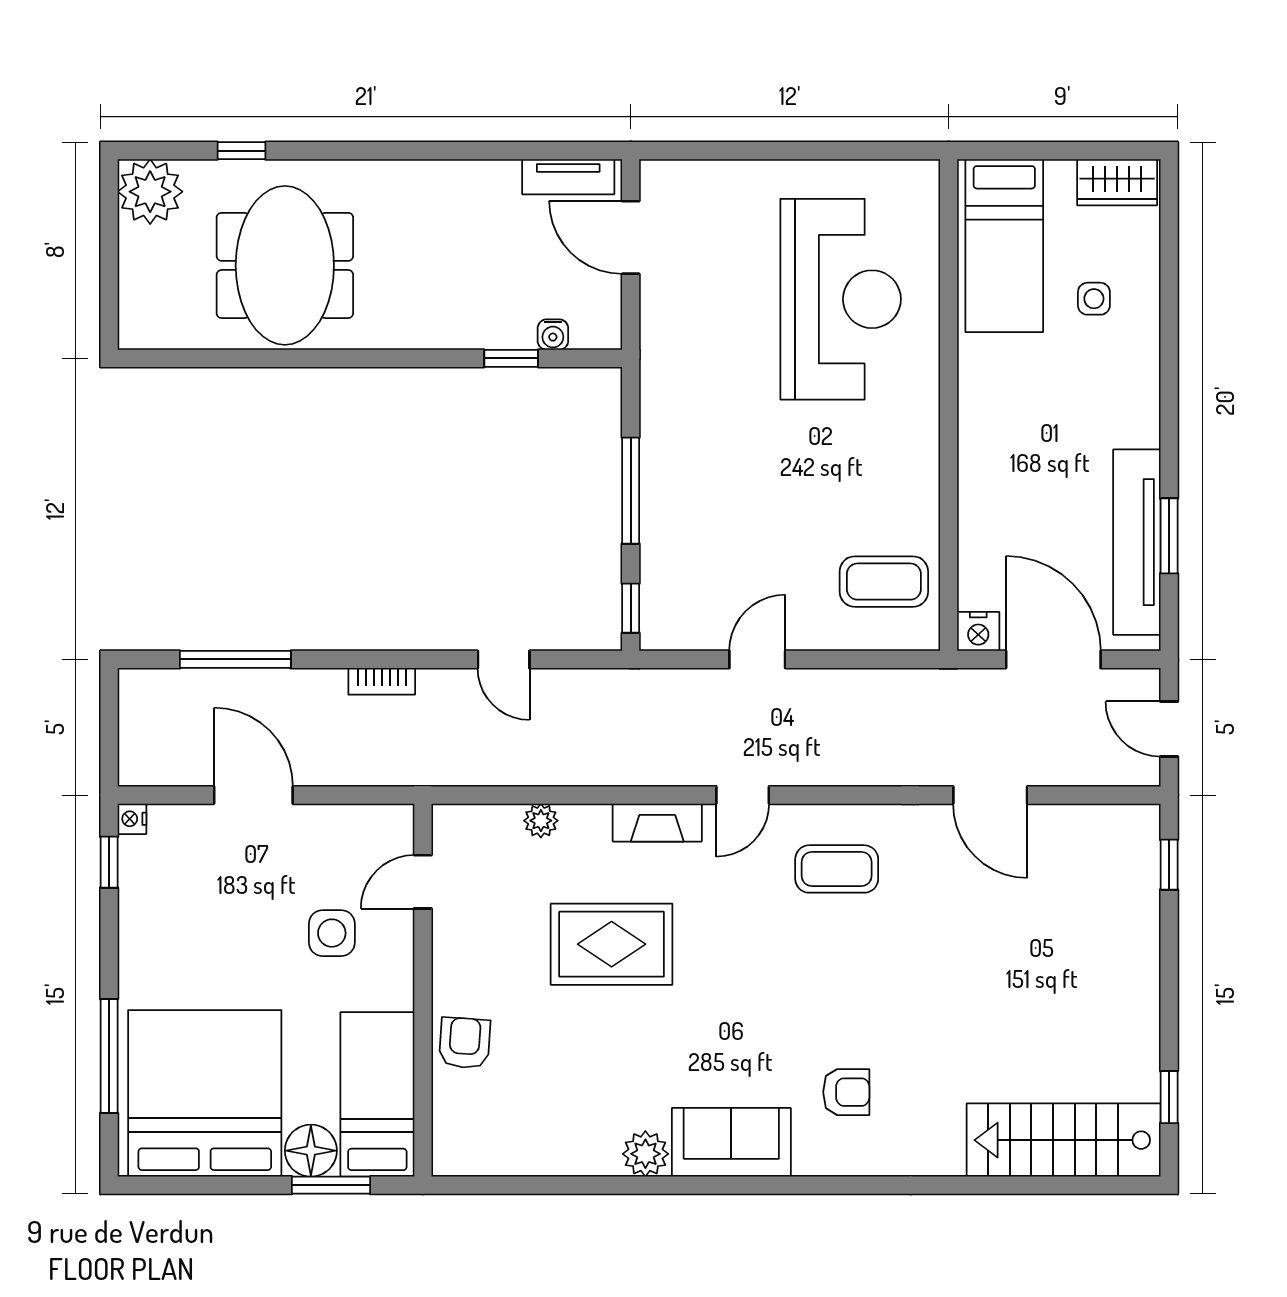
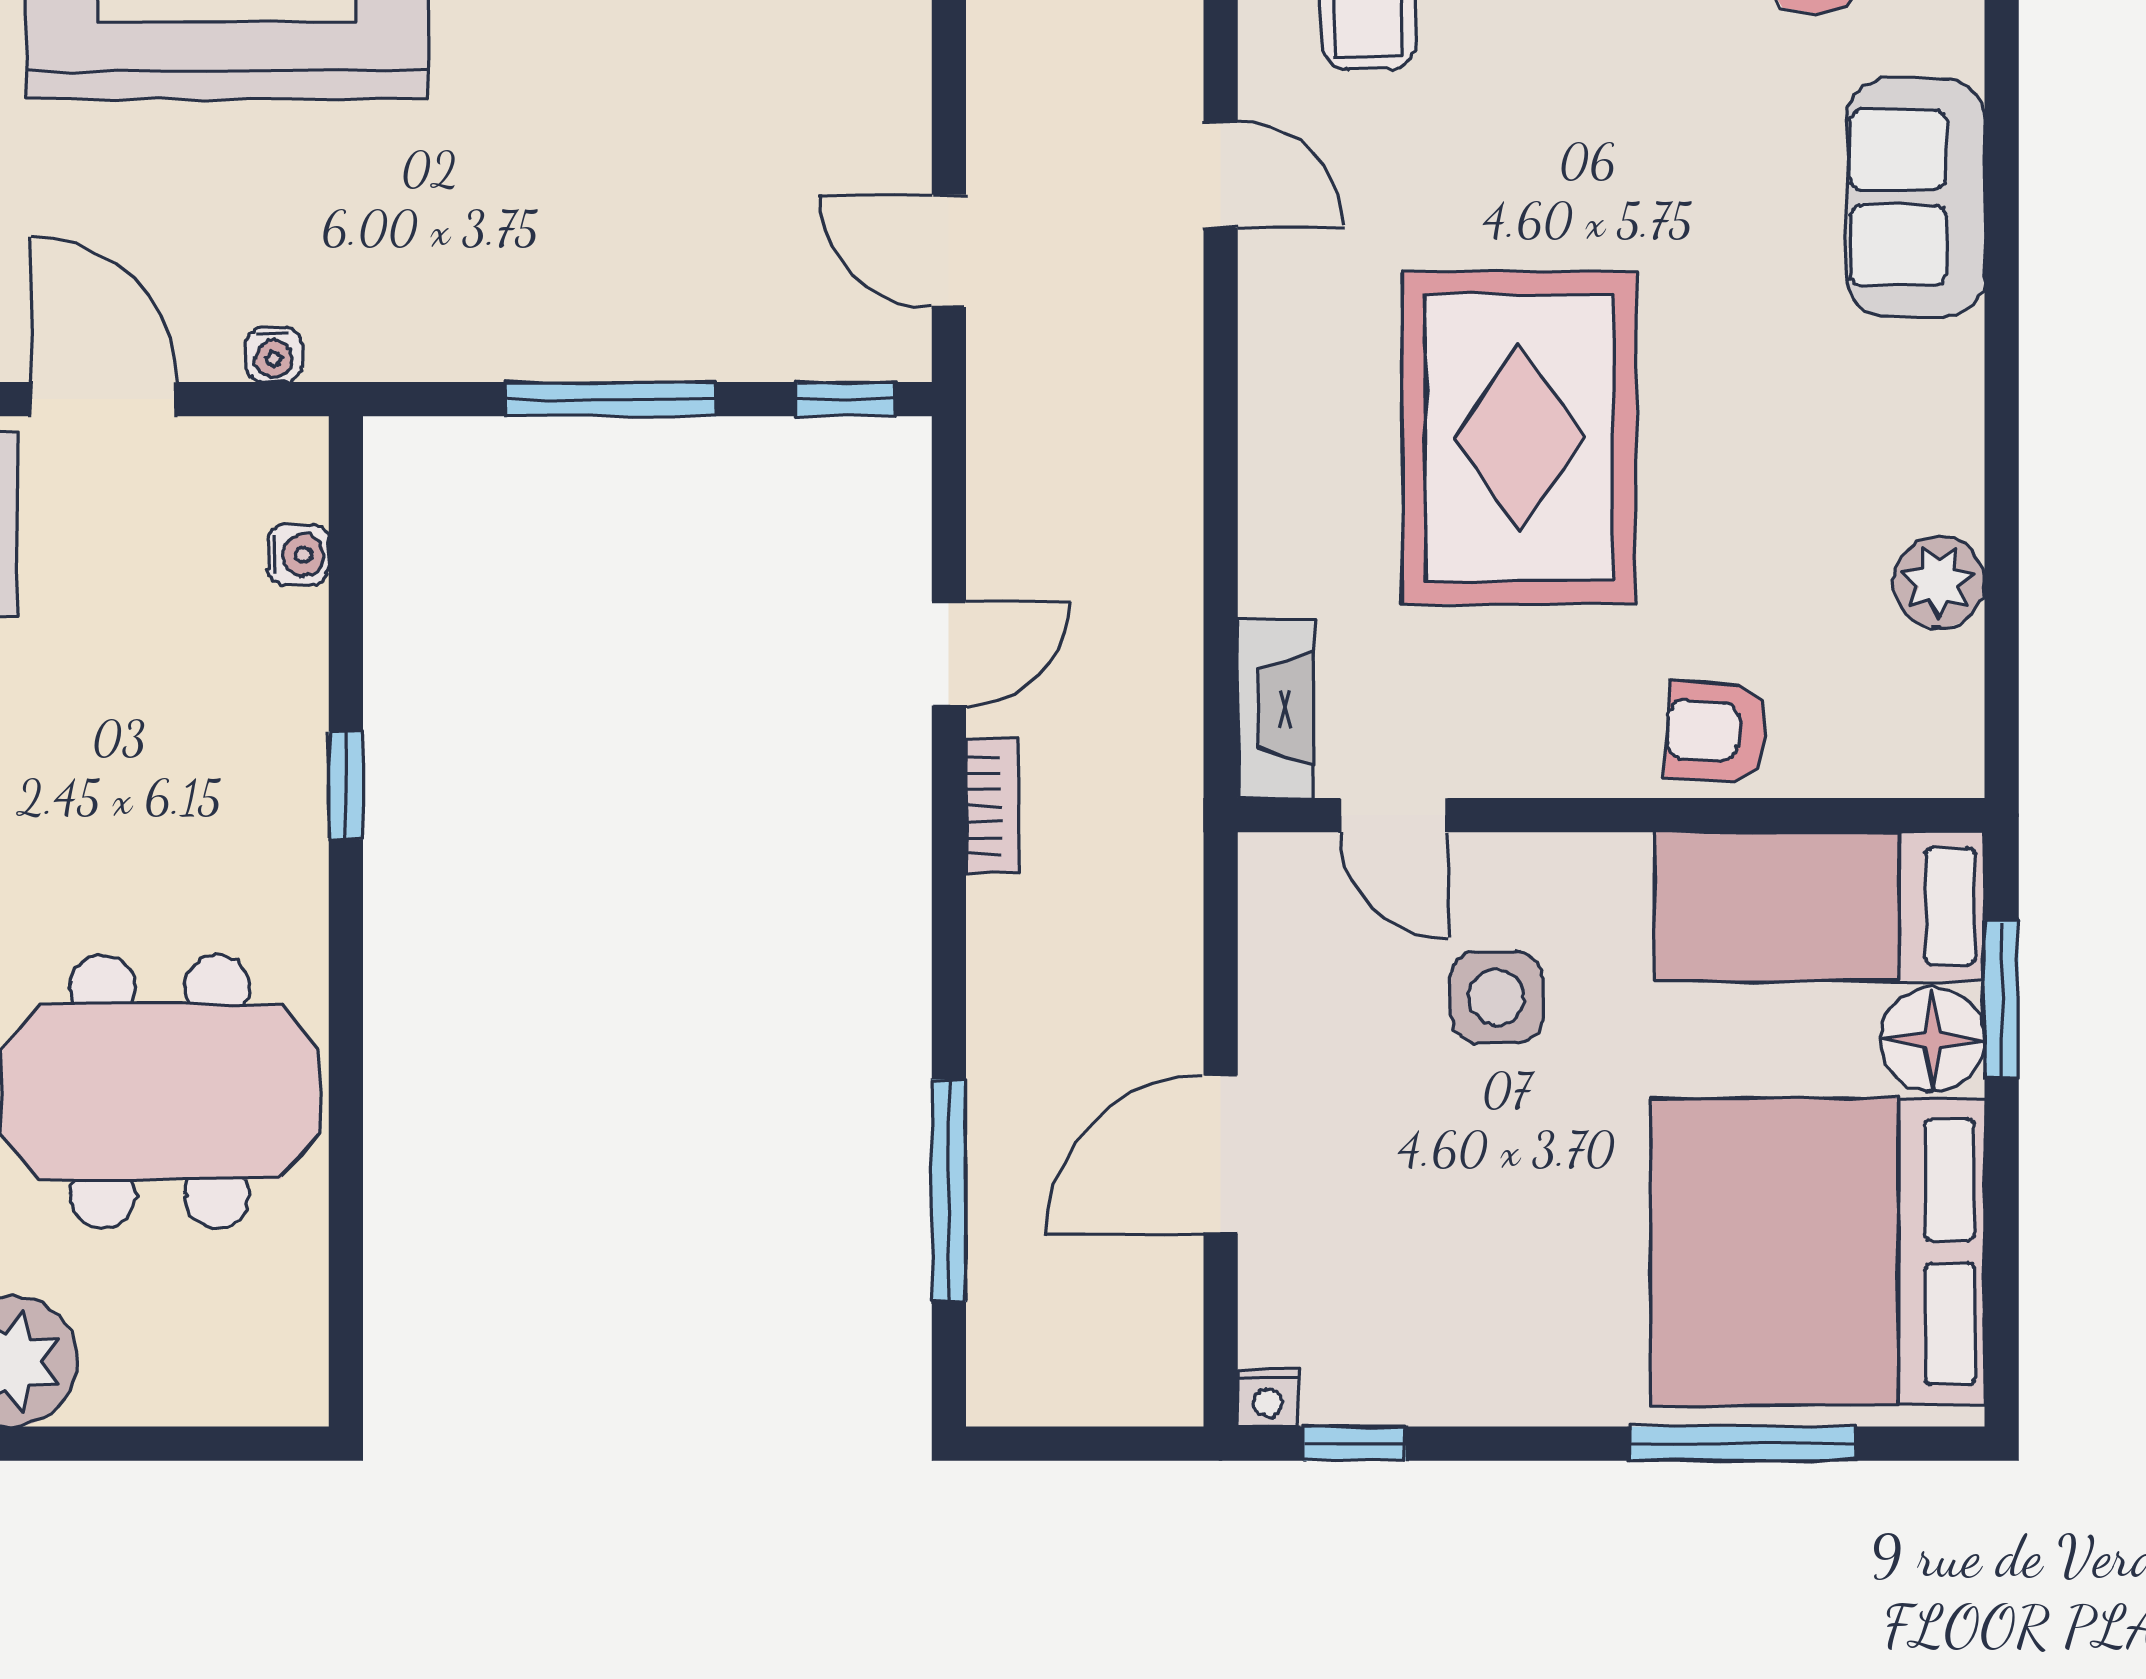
door: (631, 237) -> (104, 399), swing flipped
water cooler: (653, 322) -> (274, 355), added
window: (511, 358) -> (346, 785), moved
door: (757, 659) -> (949, 251), moved
bookcase: (382, 681) -> (993, 806), moved
plant: (541, 821) -> (1272, 579), removed
fireplace: (657, 823) -> (1276, 709), moved
rug: (612, 944) -> (1519, 437), width x1.37, depth x1.44
plant: (645, 1154) -> (1939, 582), moved

